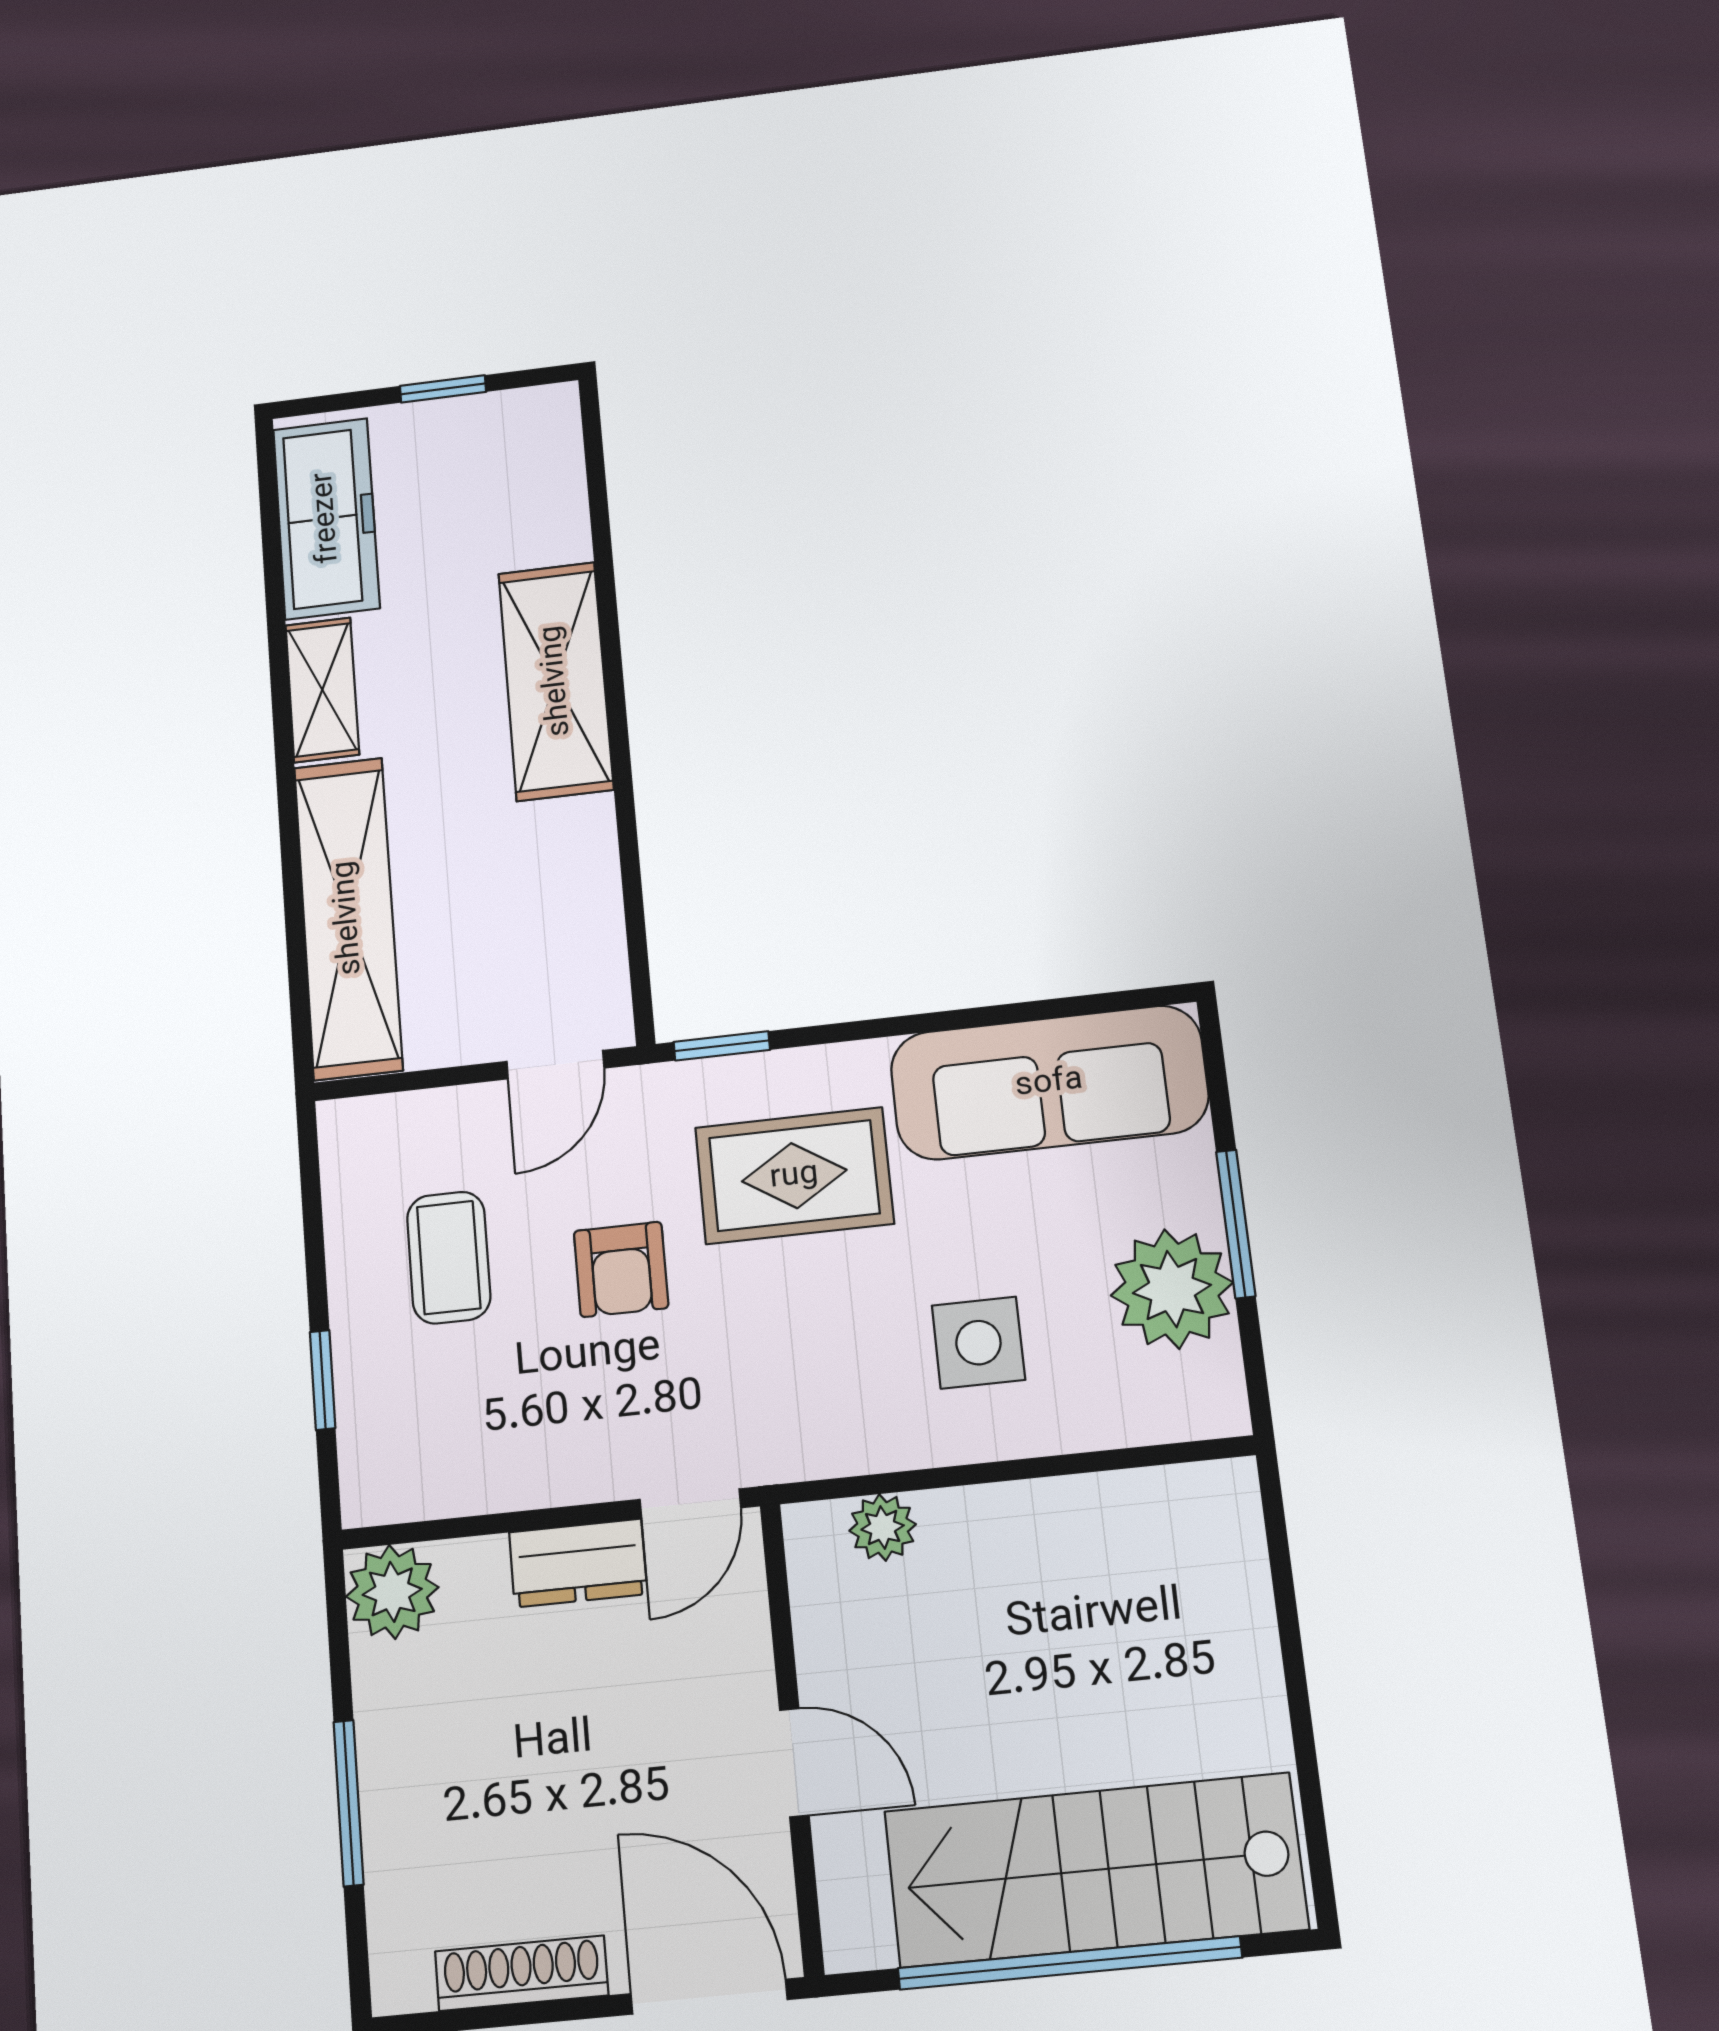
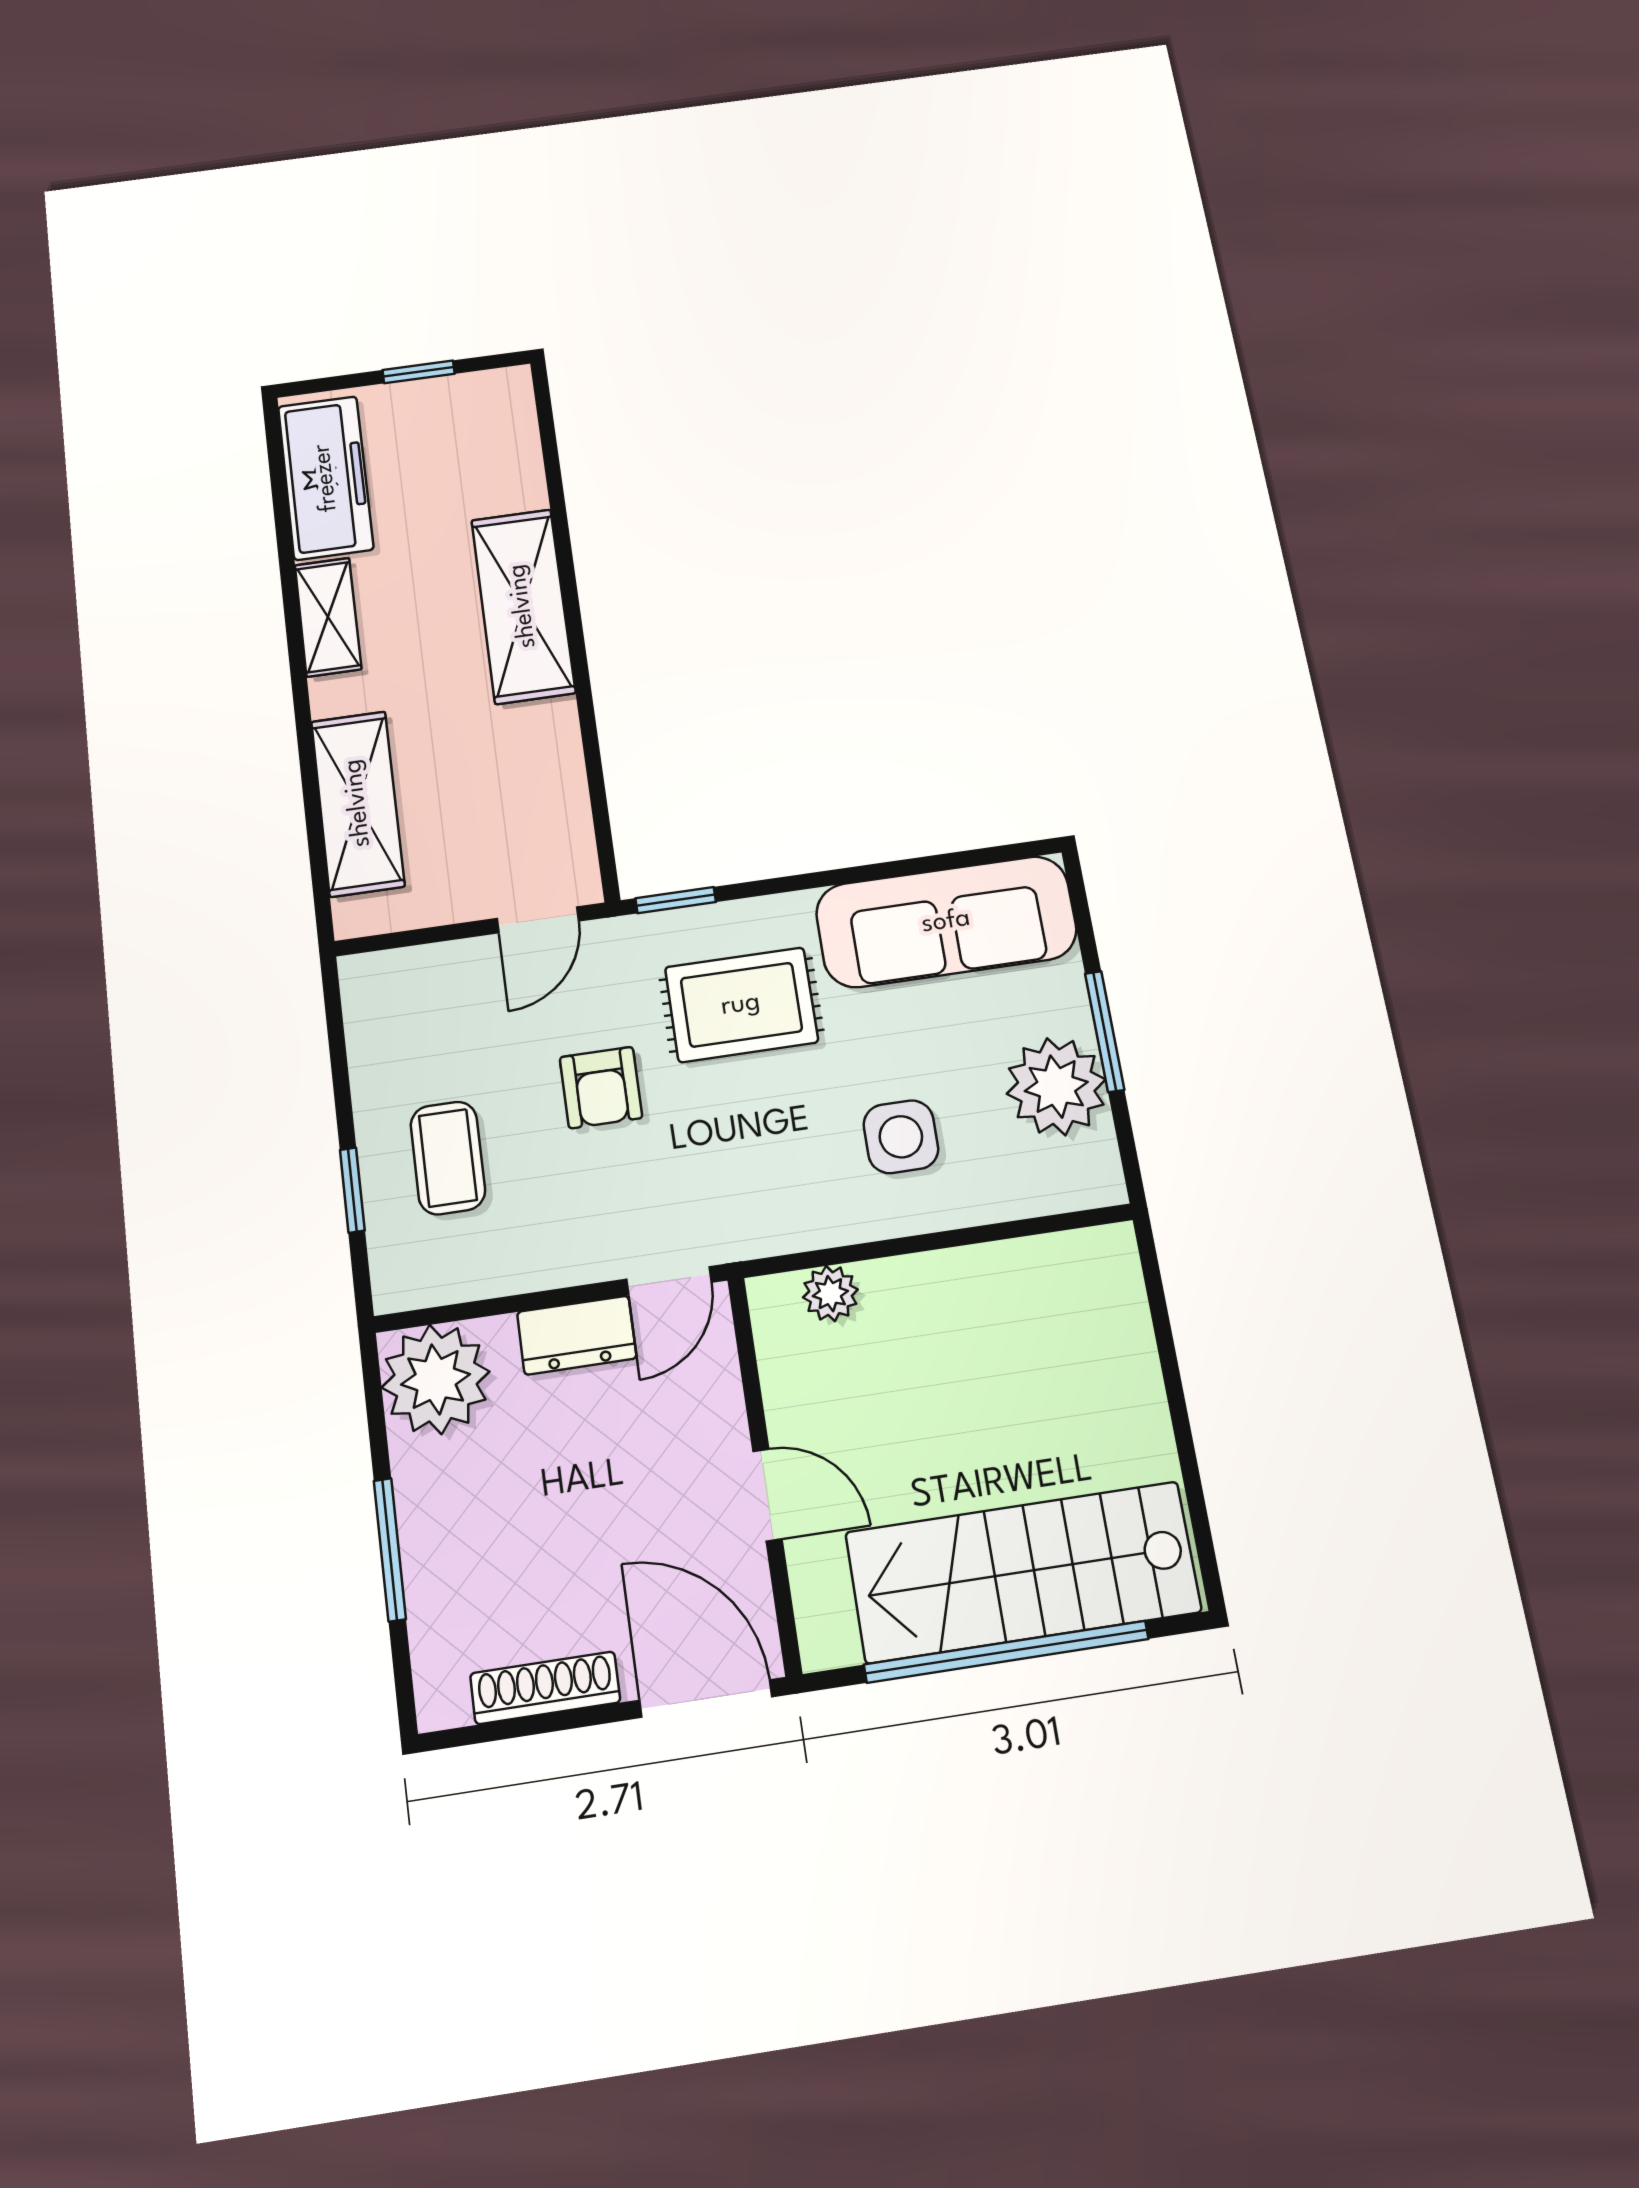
shelving: (348, 918) -> (358, 803), width x0.68
coffee table: (449, 1258) -> (448, 1158), moved
plant: (392, 1592) -> (436, 1379), width x1.36, depth x1.36

